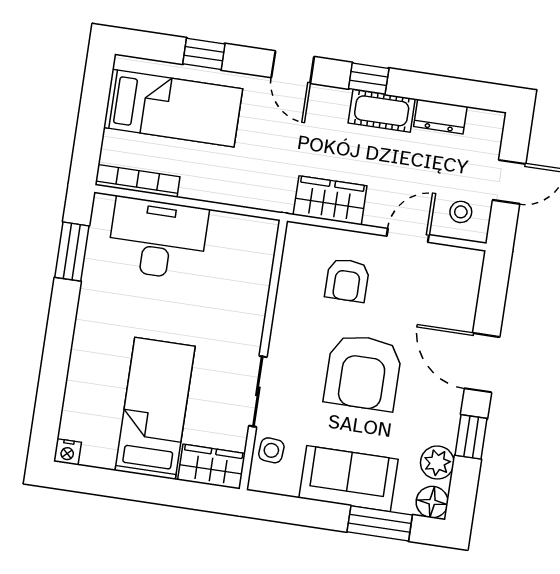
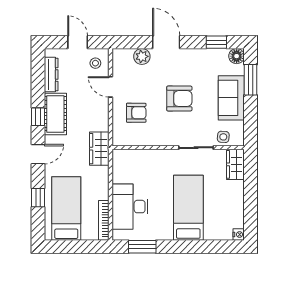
cot: (382, 111) -> (55, 114), width x1.37, depth x1.34
dresser: (440, 116) -> (51, 75), width x1.44
wardrobe: (330, 200) -> (99, 149), moved
door: (482, 363) -> (166, 42), swing flipped
armchair: (363, 372) -> (179, 99), width x0.73, depth x0.73
bed: (155, 408) -> (188, 208), moved, turned 90
window: (471, 437) -> (216, 42), moved
plant: (437, 463) -> (142, 56), moved

